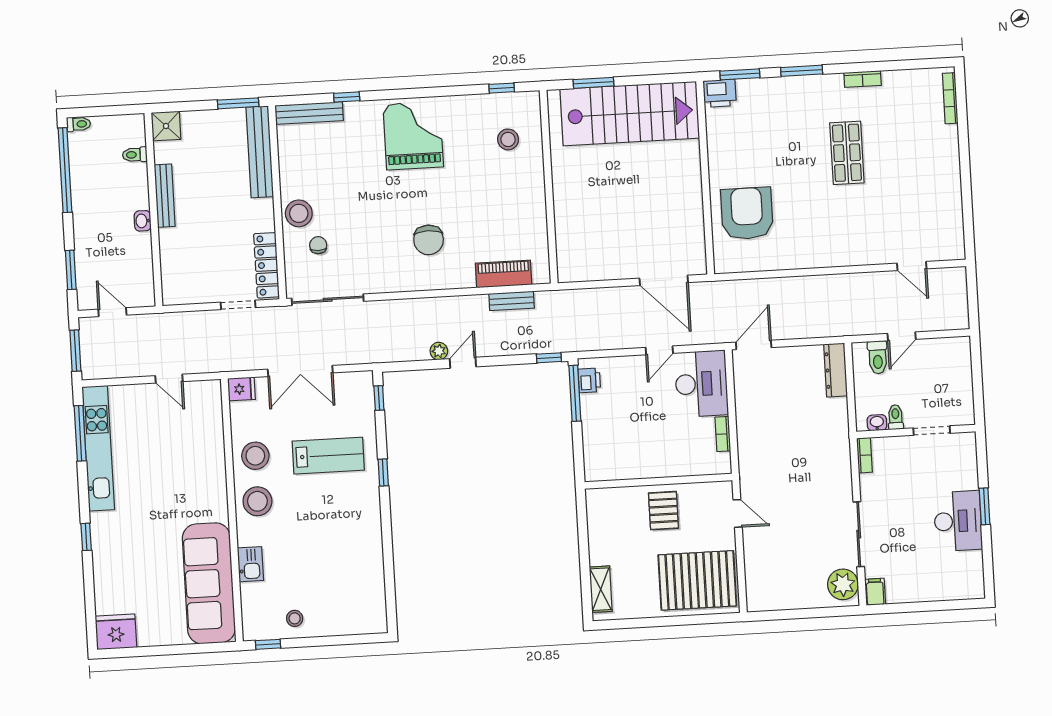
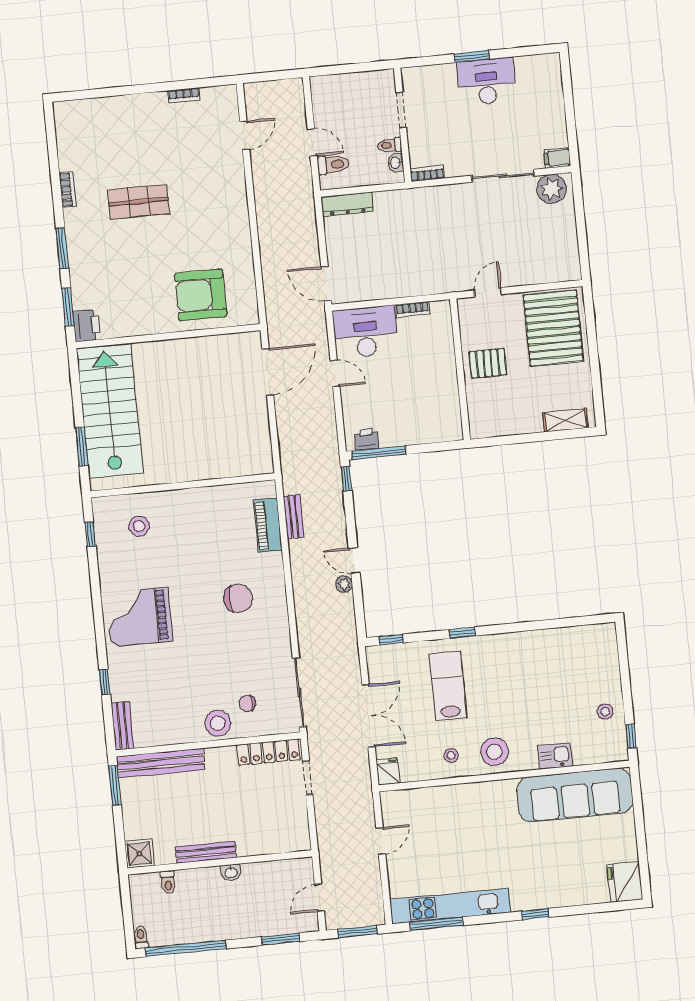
bookcase: (950, 98) -> (184, 95), moved, width x0.64
bench: (309, 113) -> (122, 726), width x0.73
stool: (255, 456) -> (451, 756), width x0.53, depth x0.53

